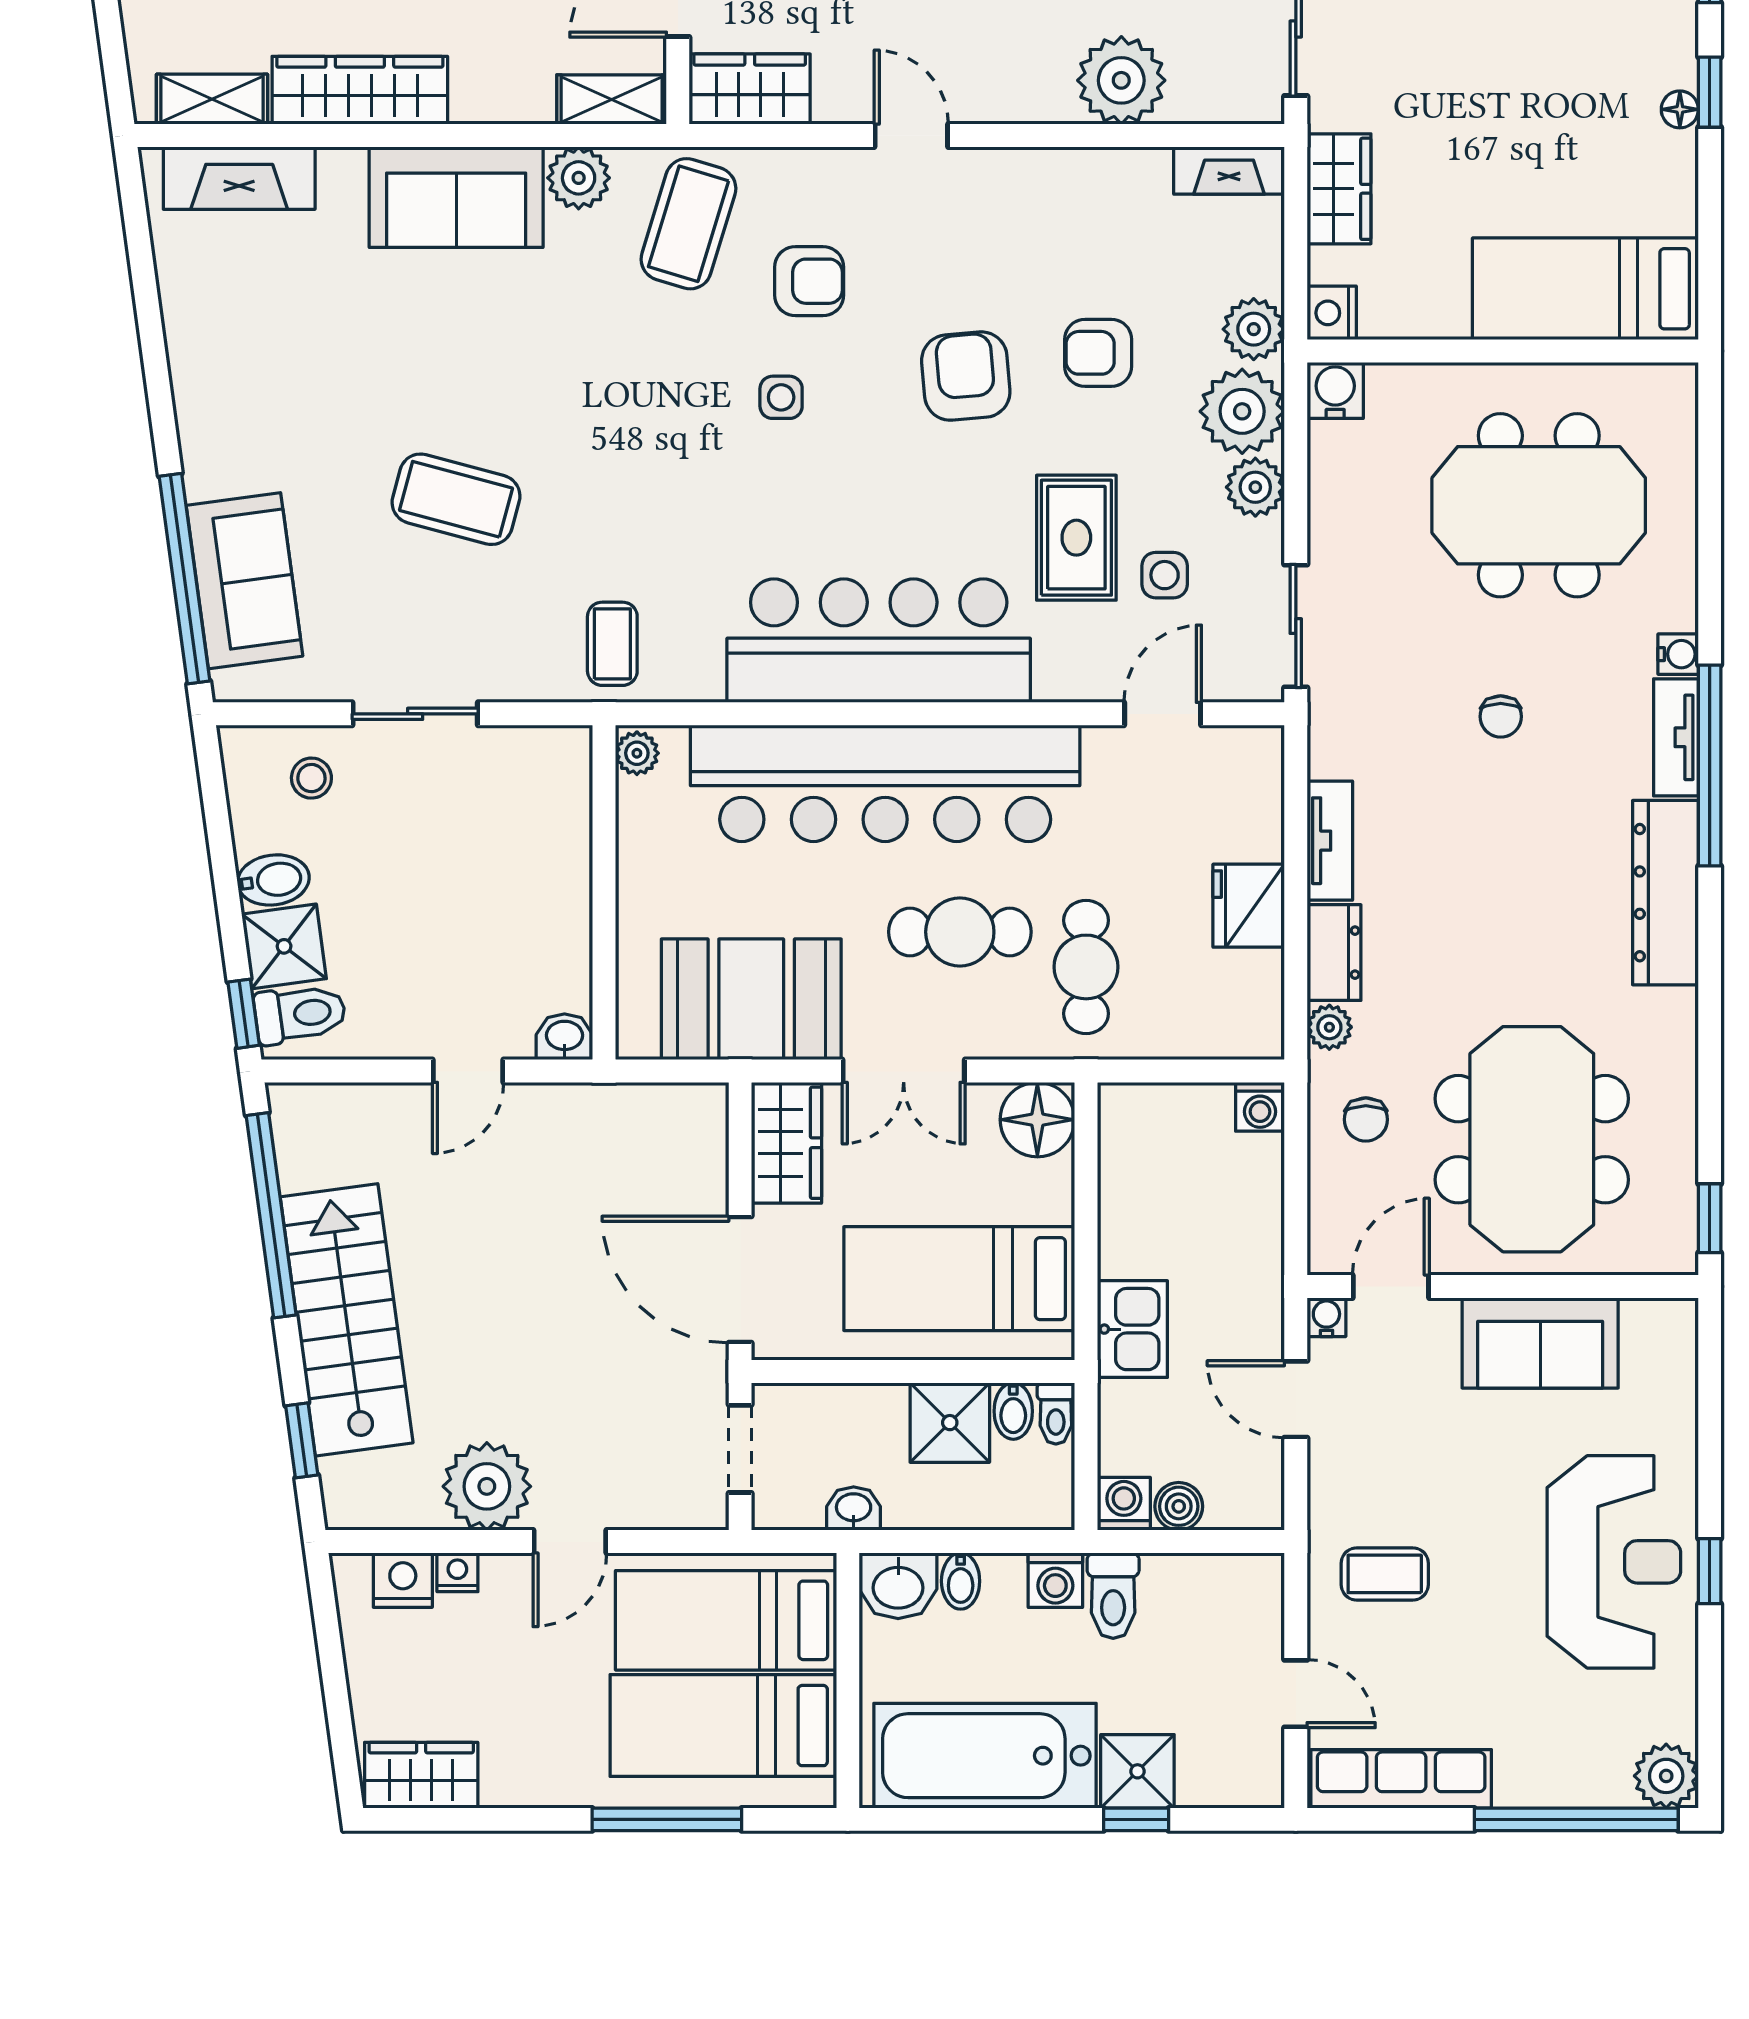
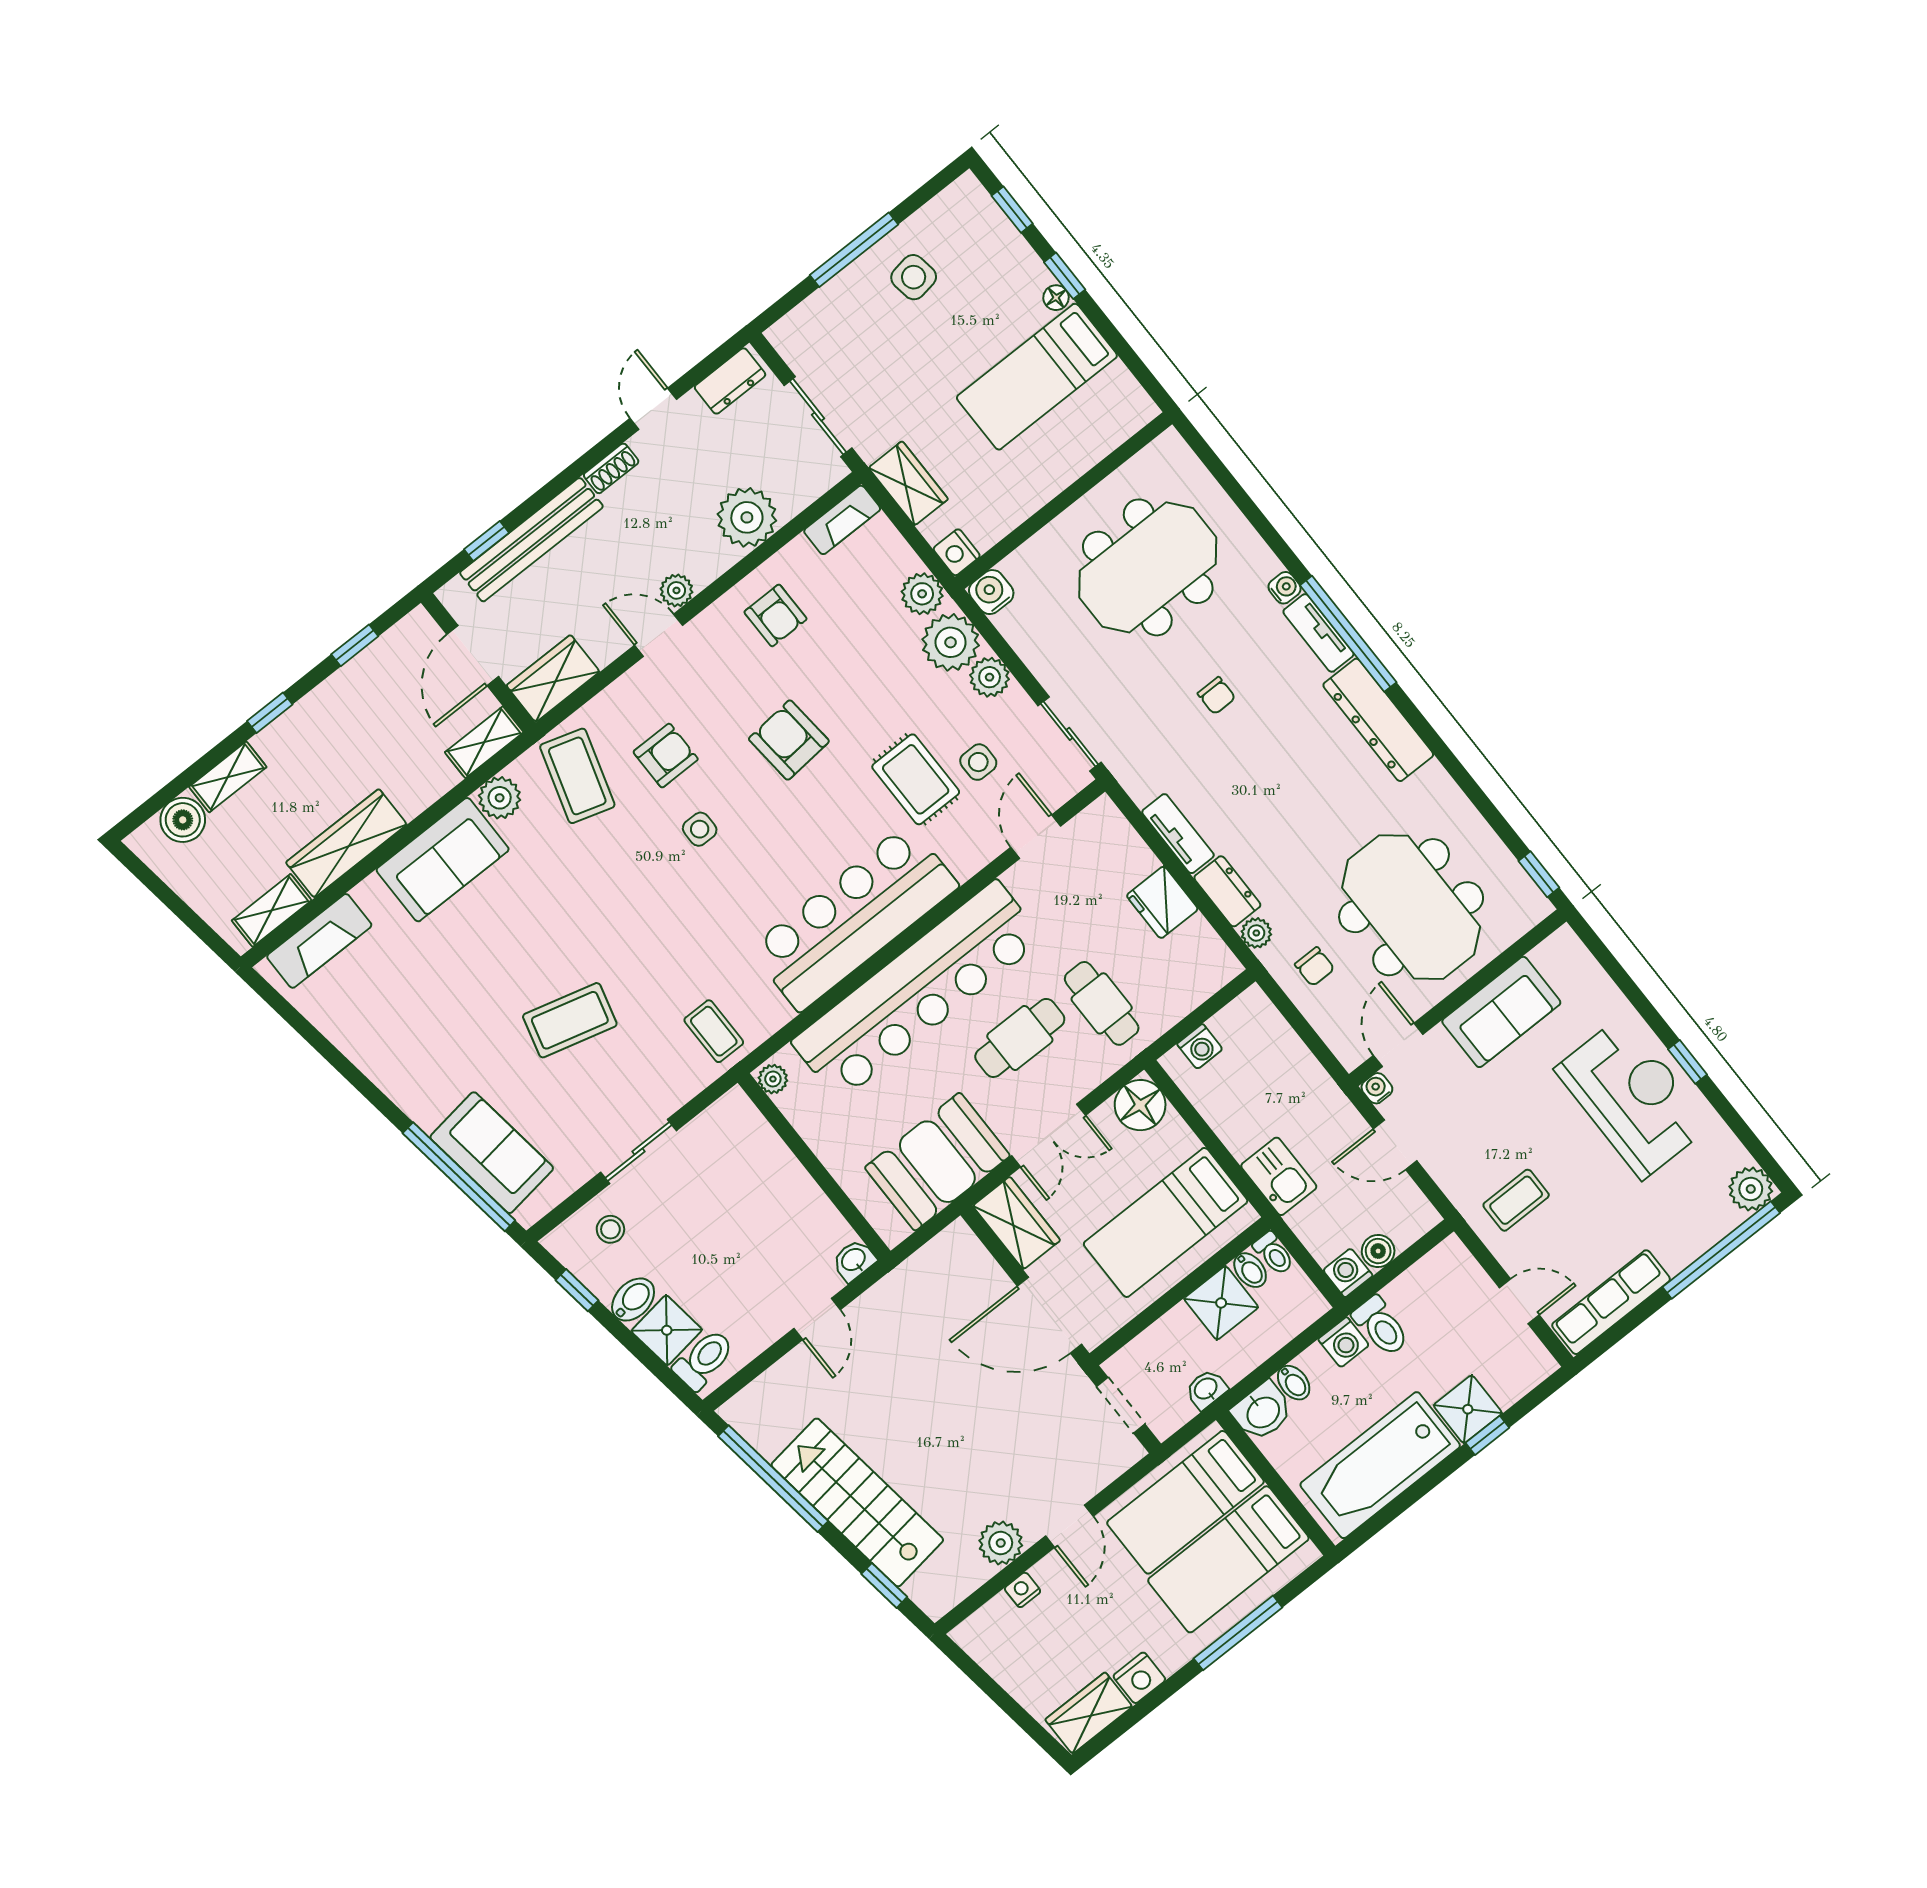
plant: (973, 100) -> (676, 590), added
bed: (1585, 289) -> (1037, 377), moved
armchair: (1098, 353) -> (775, 615), moved, turned -90
window: (244, 1014) -> (577, 1290), moved
washing machine: (1260, 1107) -> (1200, 1047), moved
plant: (487, 1486) -> (1001, 1543), width x0.73, depth x0.73
nightstand: (403, 1580) -> (1139, 1678), moved, turned 180

